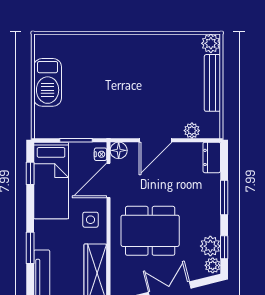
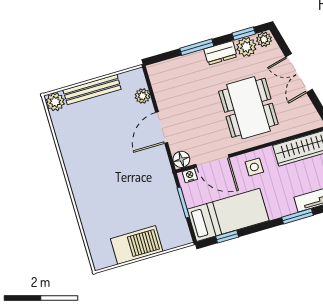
door: (155, 140) -> (162, 128), swing flipped
dresser: (212, 157) -> (220, 53), moved

